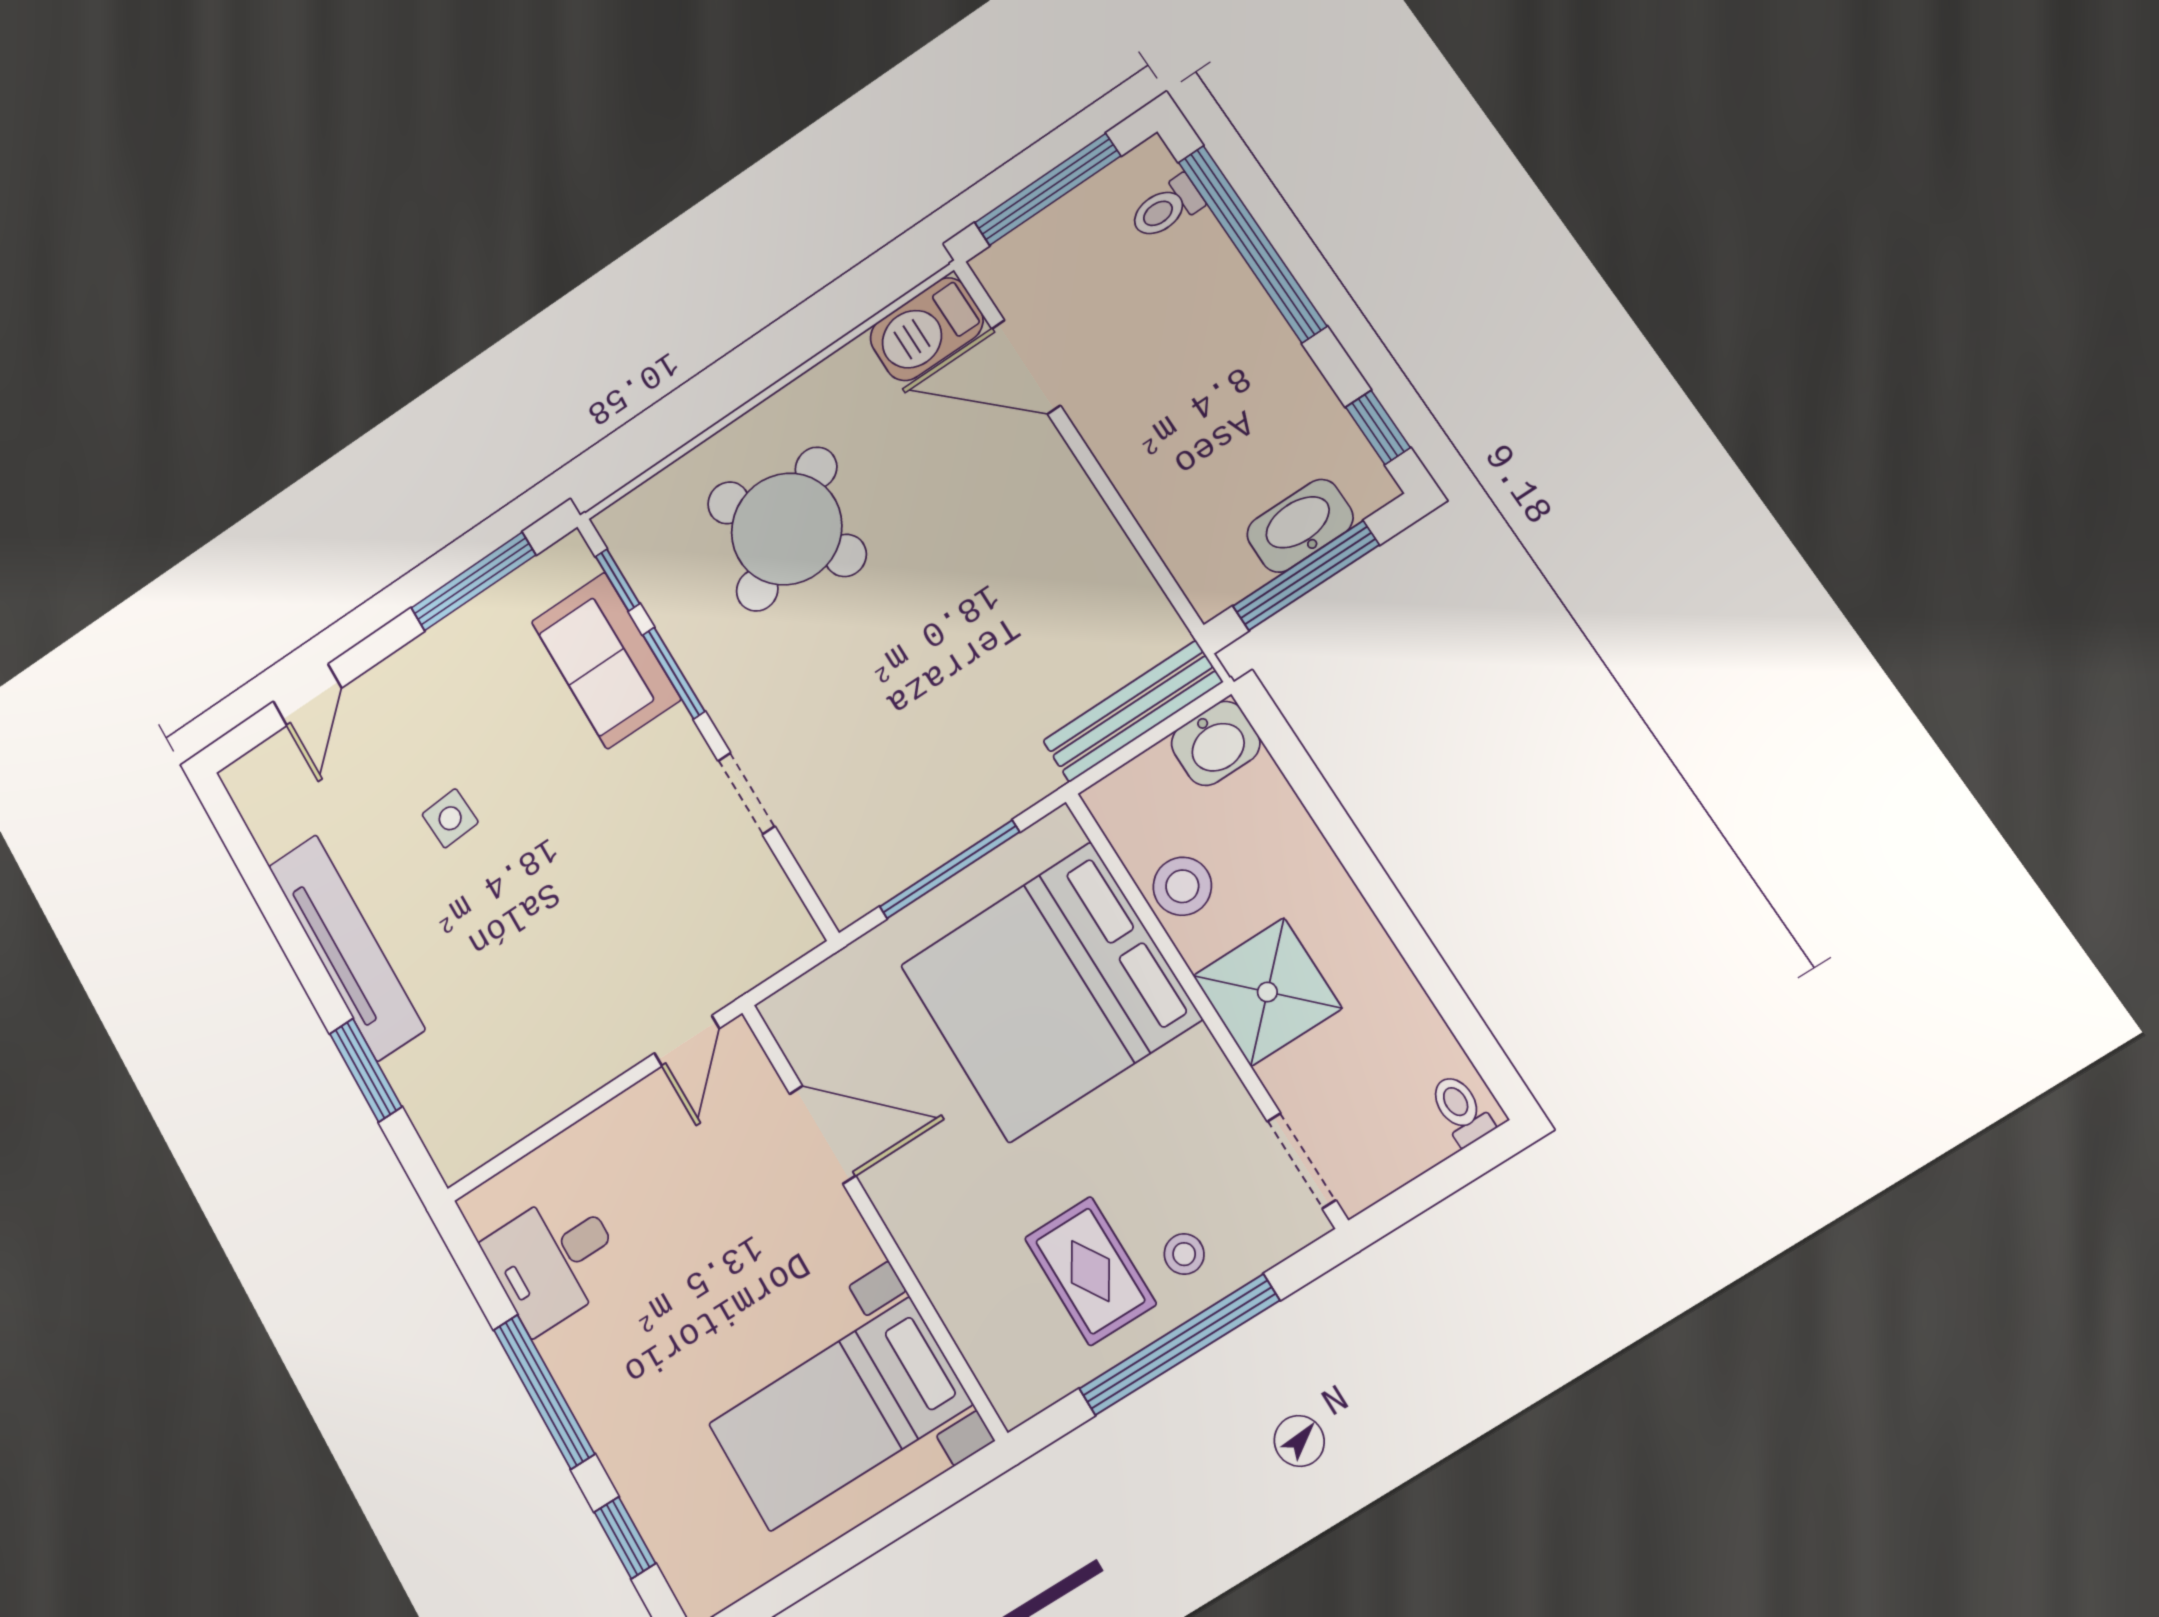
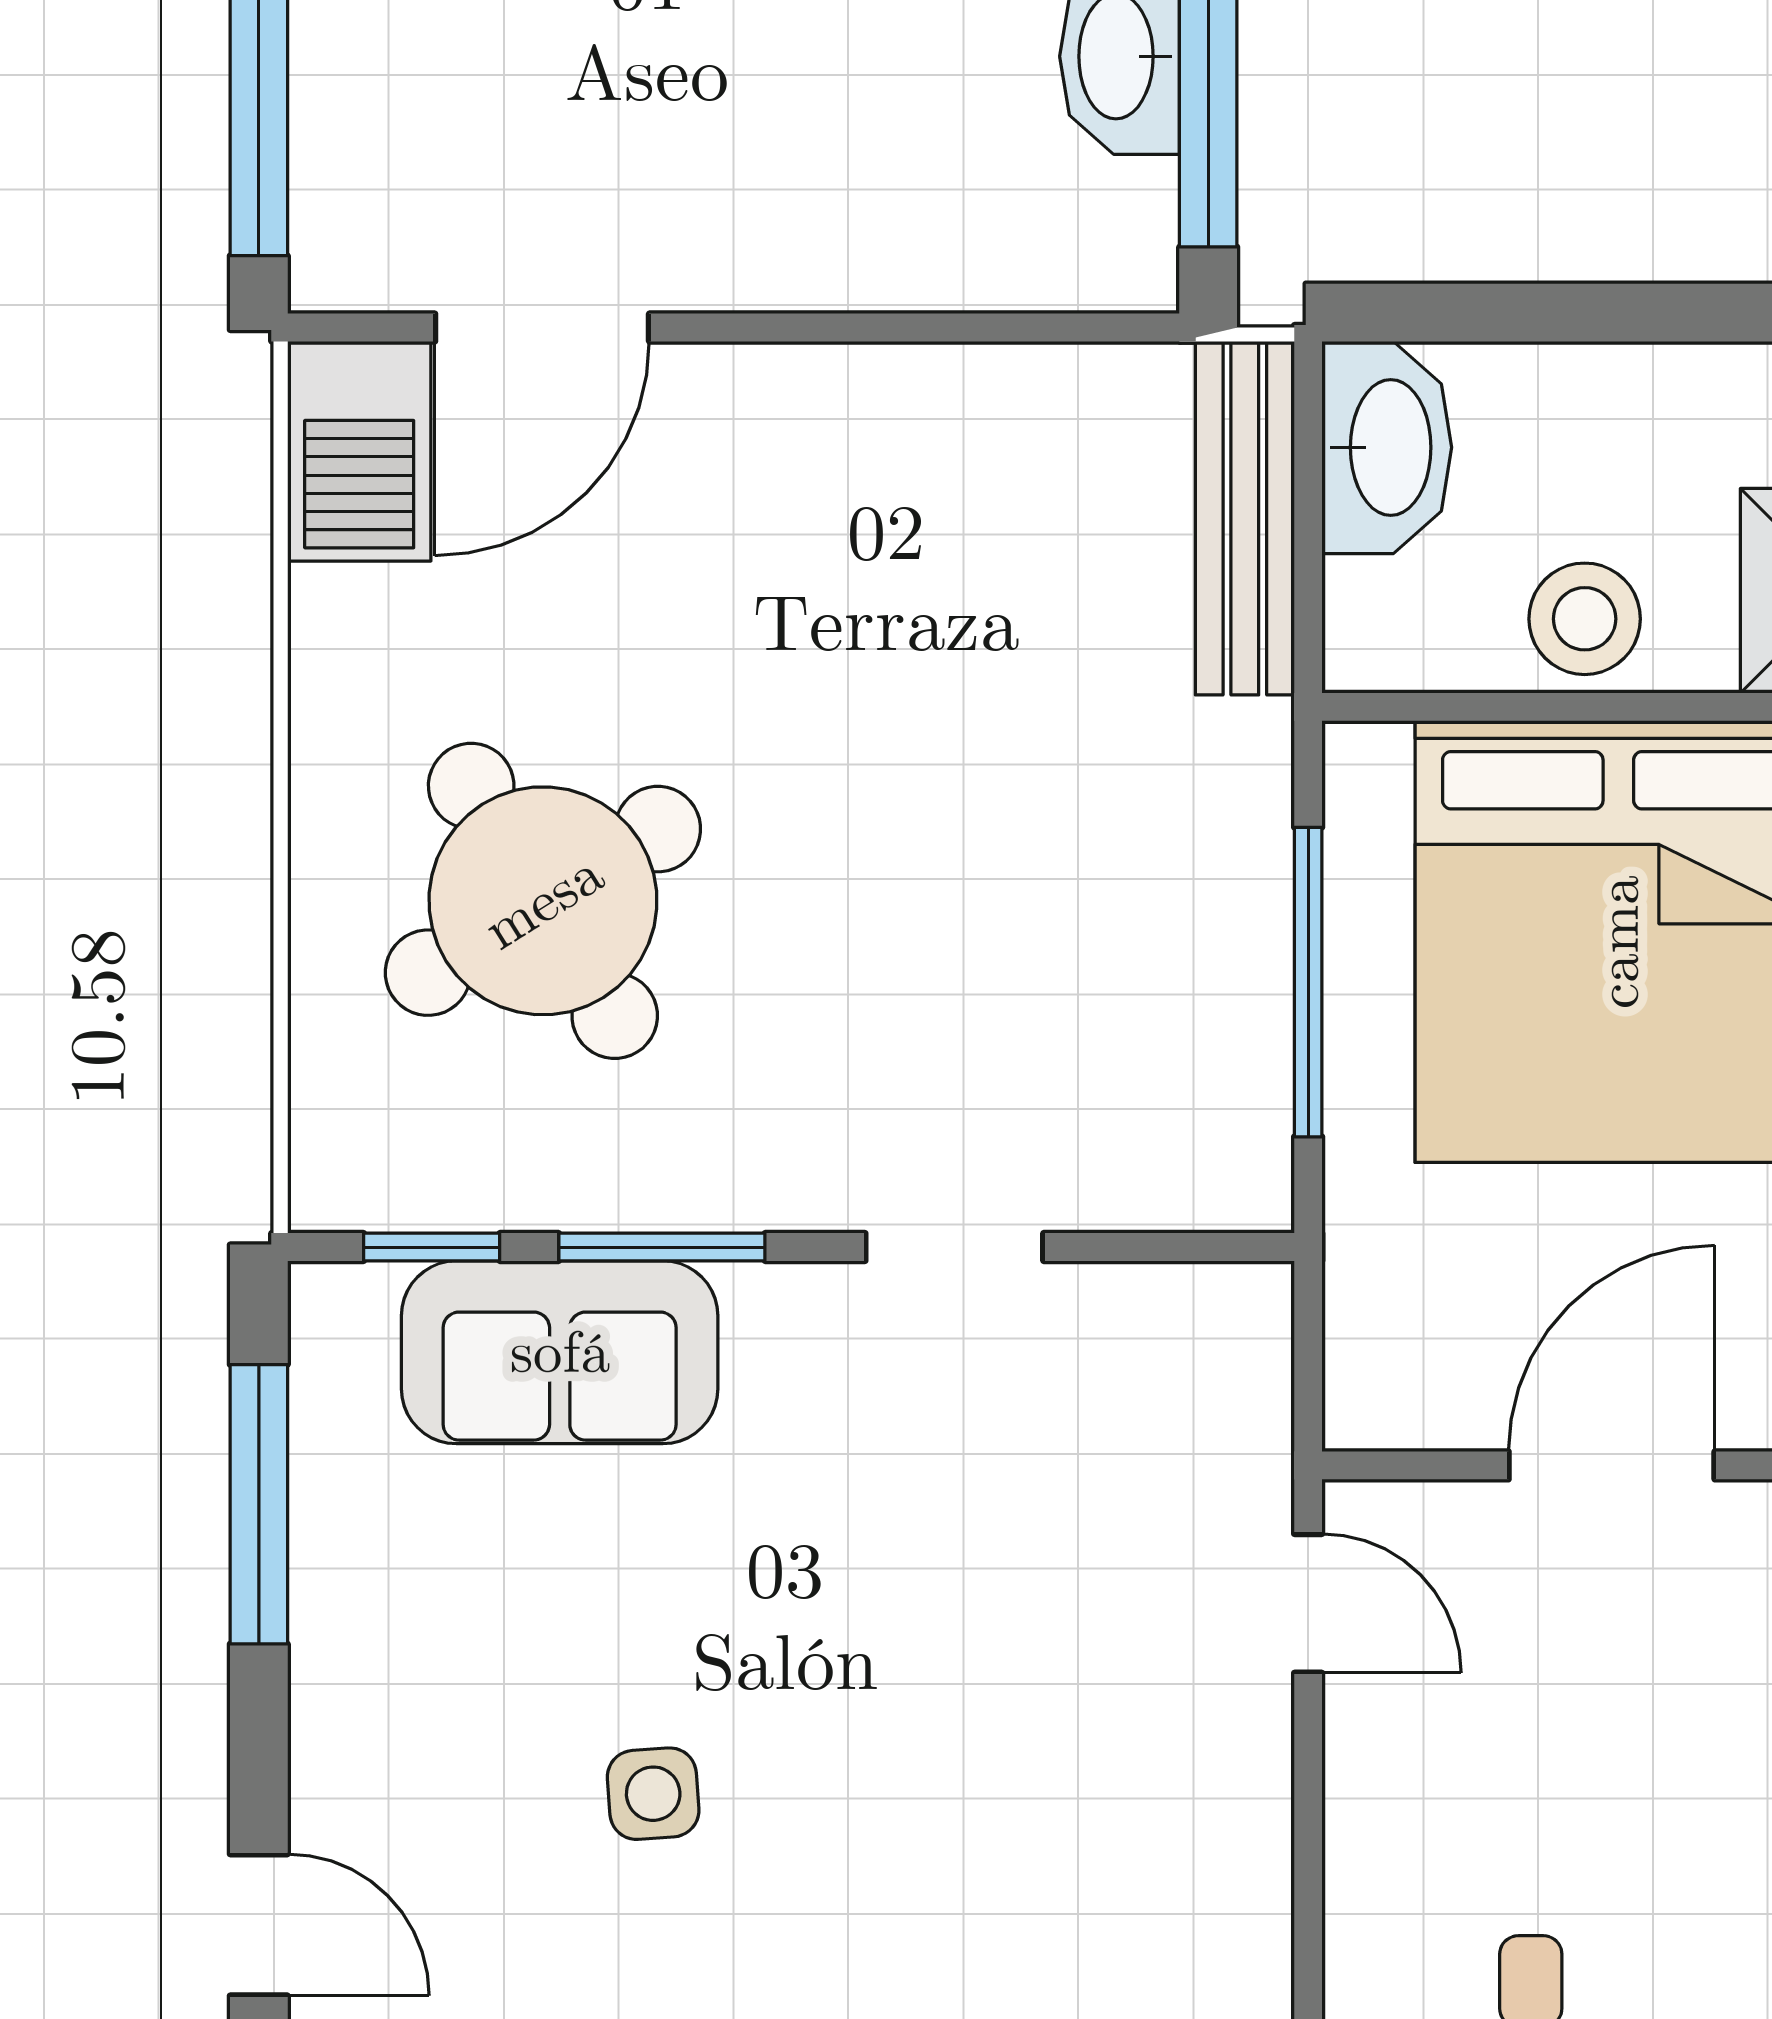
washbasin: (1216, 743) -> (1387, 447), width x1.38

